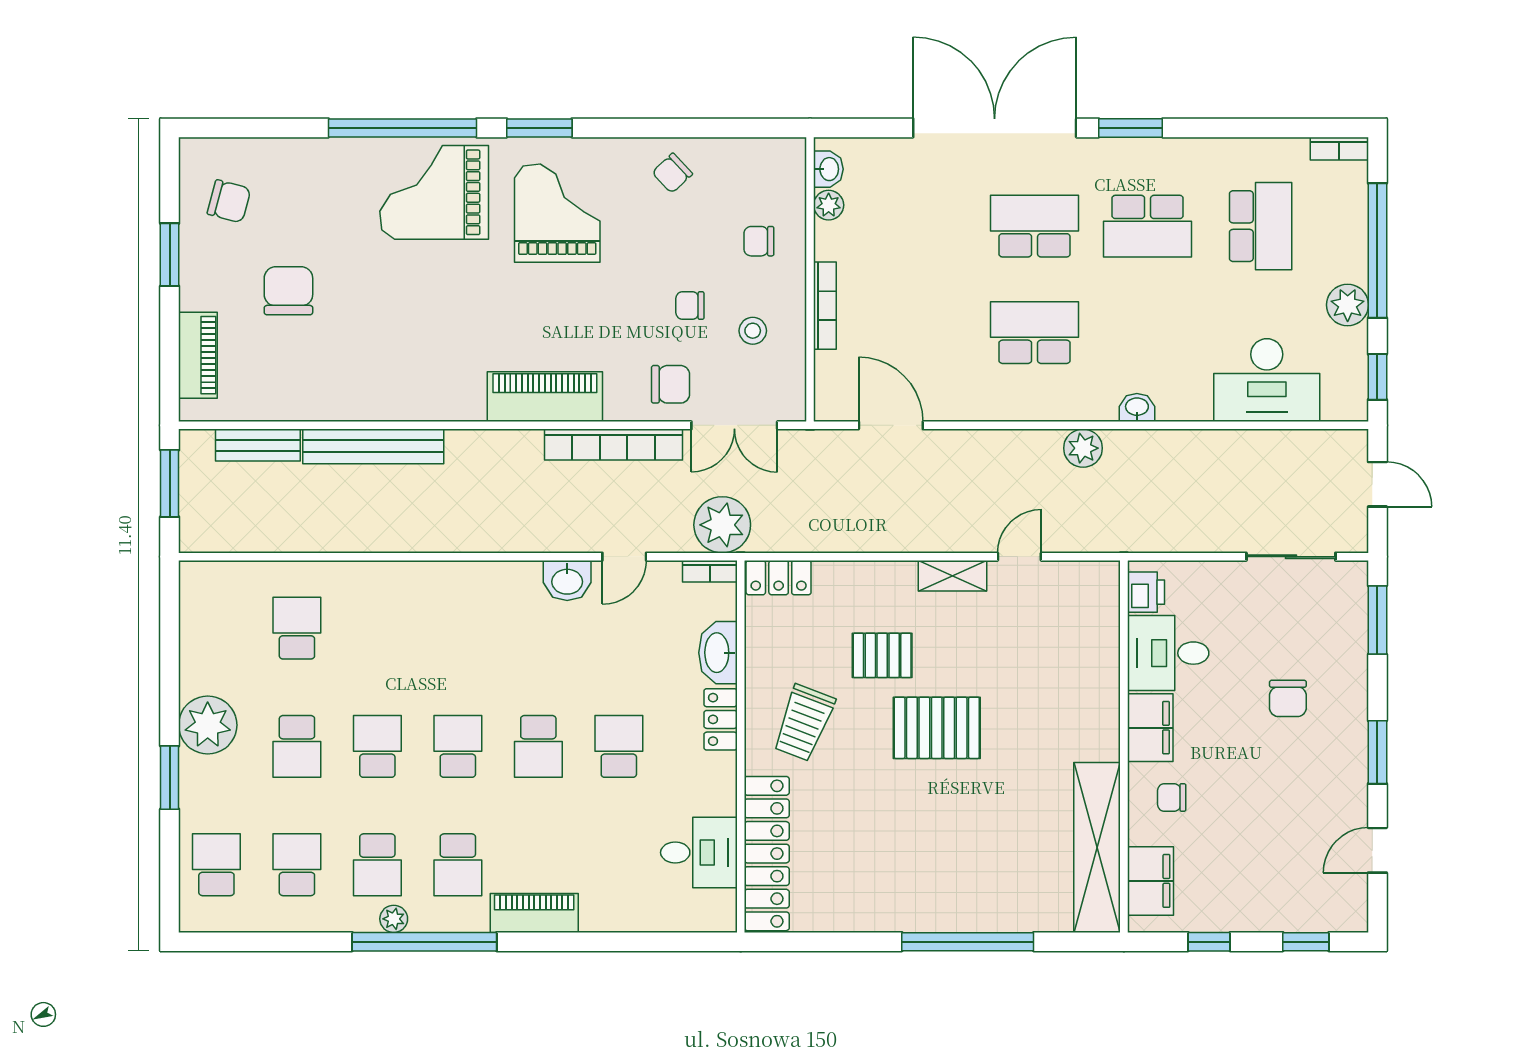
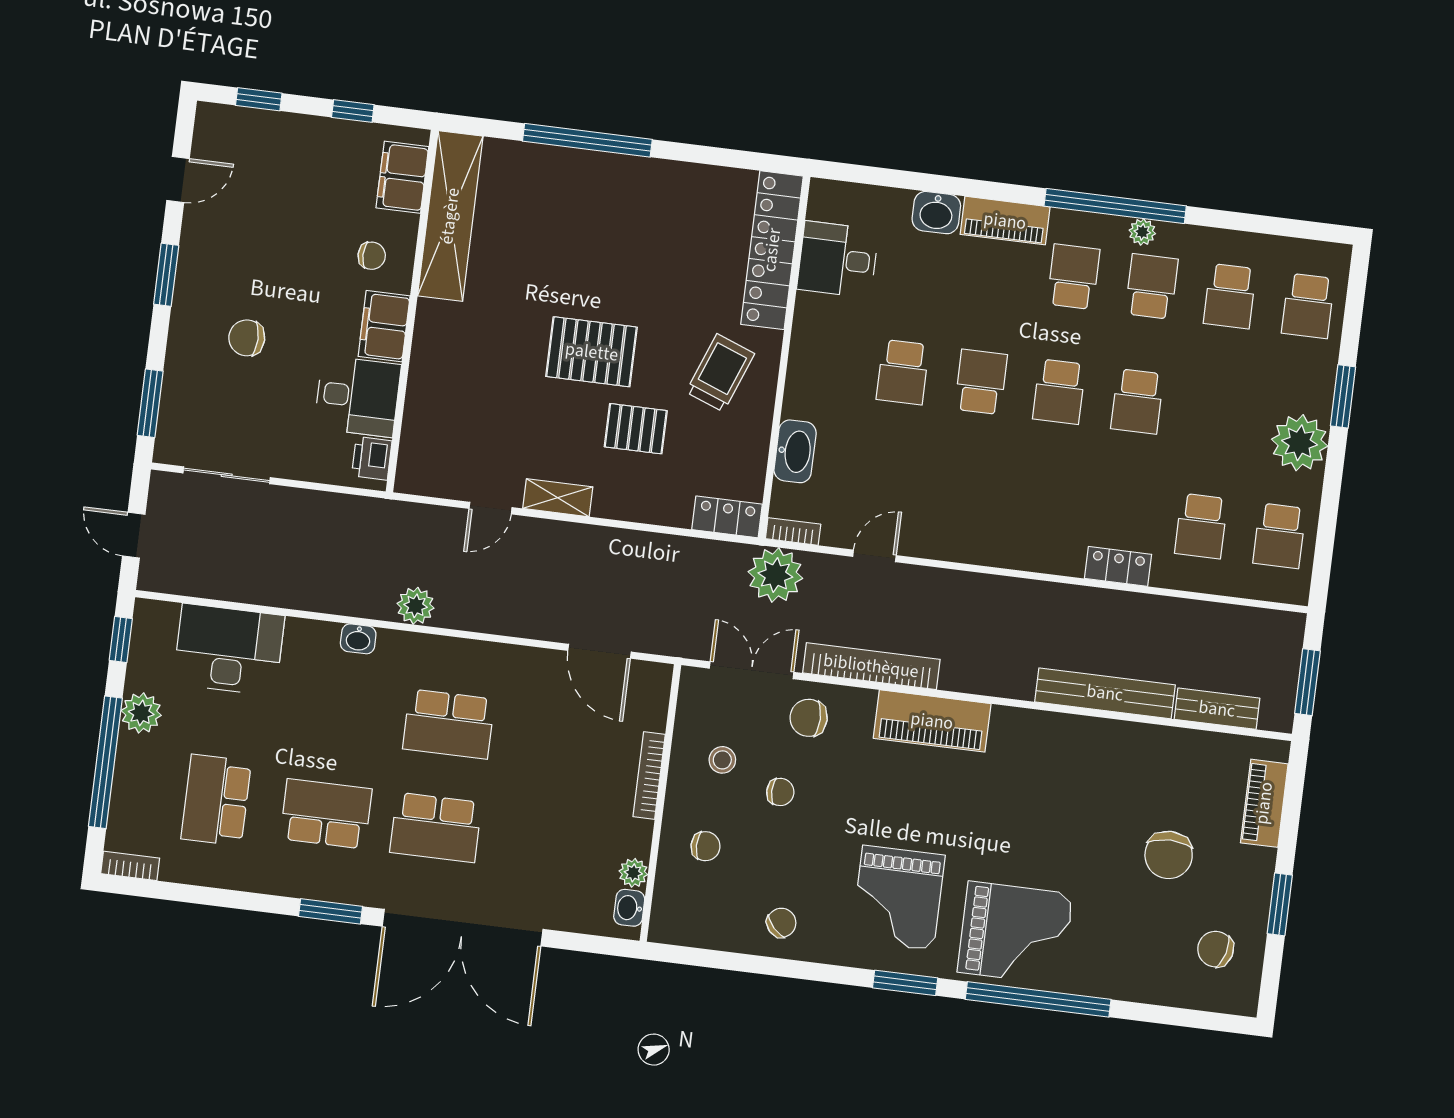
washbasin: (567, 581) -> (936, 213), moved, turned 180
chair: (1288, 698) -> (247, 338), turned -90
locker: (721, 719) -> (1118, 566), moved, turned -90
school desk: (297, 746) -> (1279, 536), moved, turned 180

